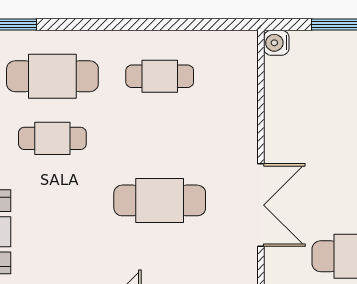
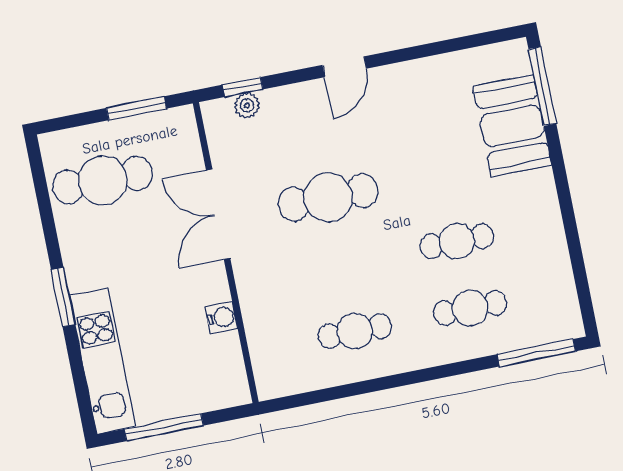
water cooler: (276, 43) -> (221, 318), moved
cafe table: (52, 76) -> (470, 308), width x0.73, depth x0.74

